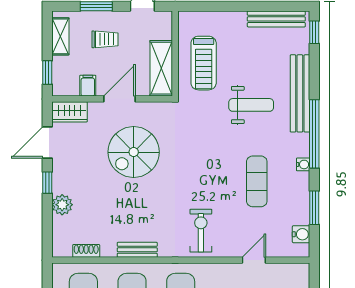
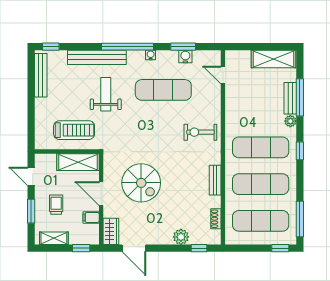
exercise mat: (257, 181) -> (163, 90), width x1.36, depth x1.45
window: (47, 183) -> (199, 248), moved
water cooler: (301, 234) -> (185, 57), moved
door: (254, 260) -> (223, 75), moved

